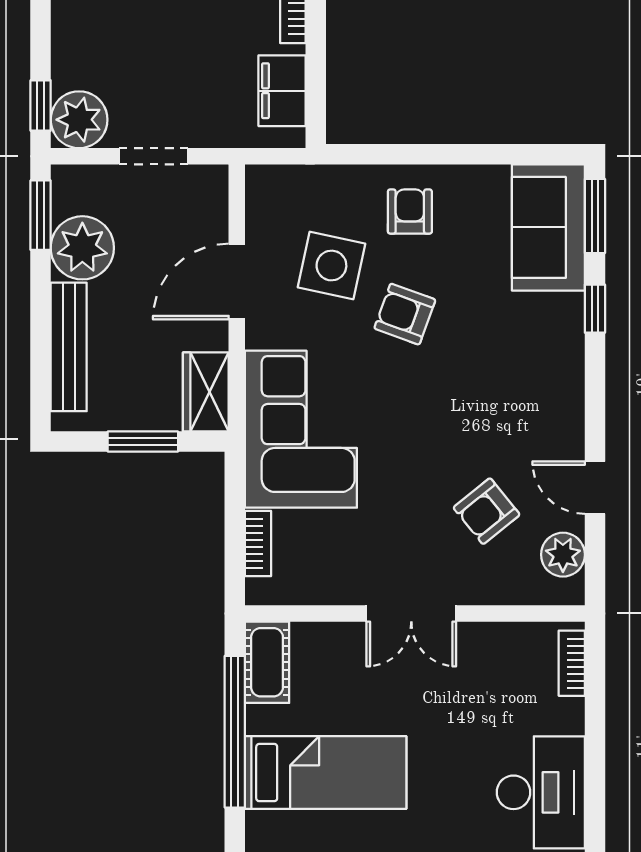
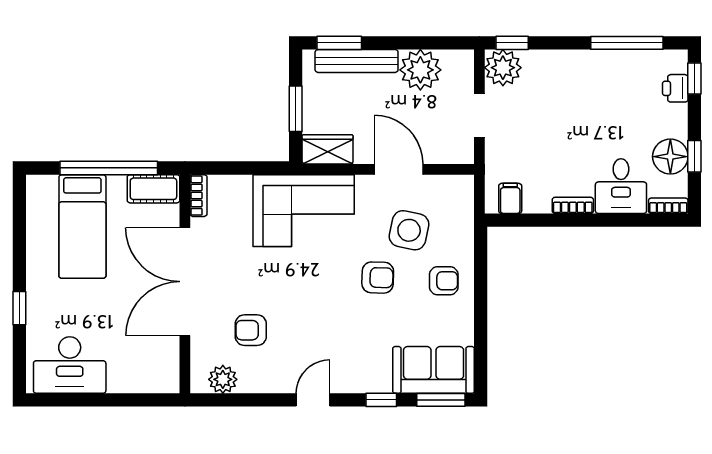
filing cabinet: (282, 91) -> (510, 198), width x0.50
window: (41, 215) -> (339, 43), moved
armchair: (405, 314) -> (378, 278), turned 72
door: (595, 488) -> (313, 400), moved
armchair: (487, 511) -> (251, 330), turned -51
bookcase: (258, 544) -> (199, 196), moved, turned -90
double door: (411, 613) -> (185, 282), width x1.87
bookcase: (572, 663) -> (153, 385), removed

